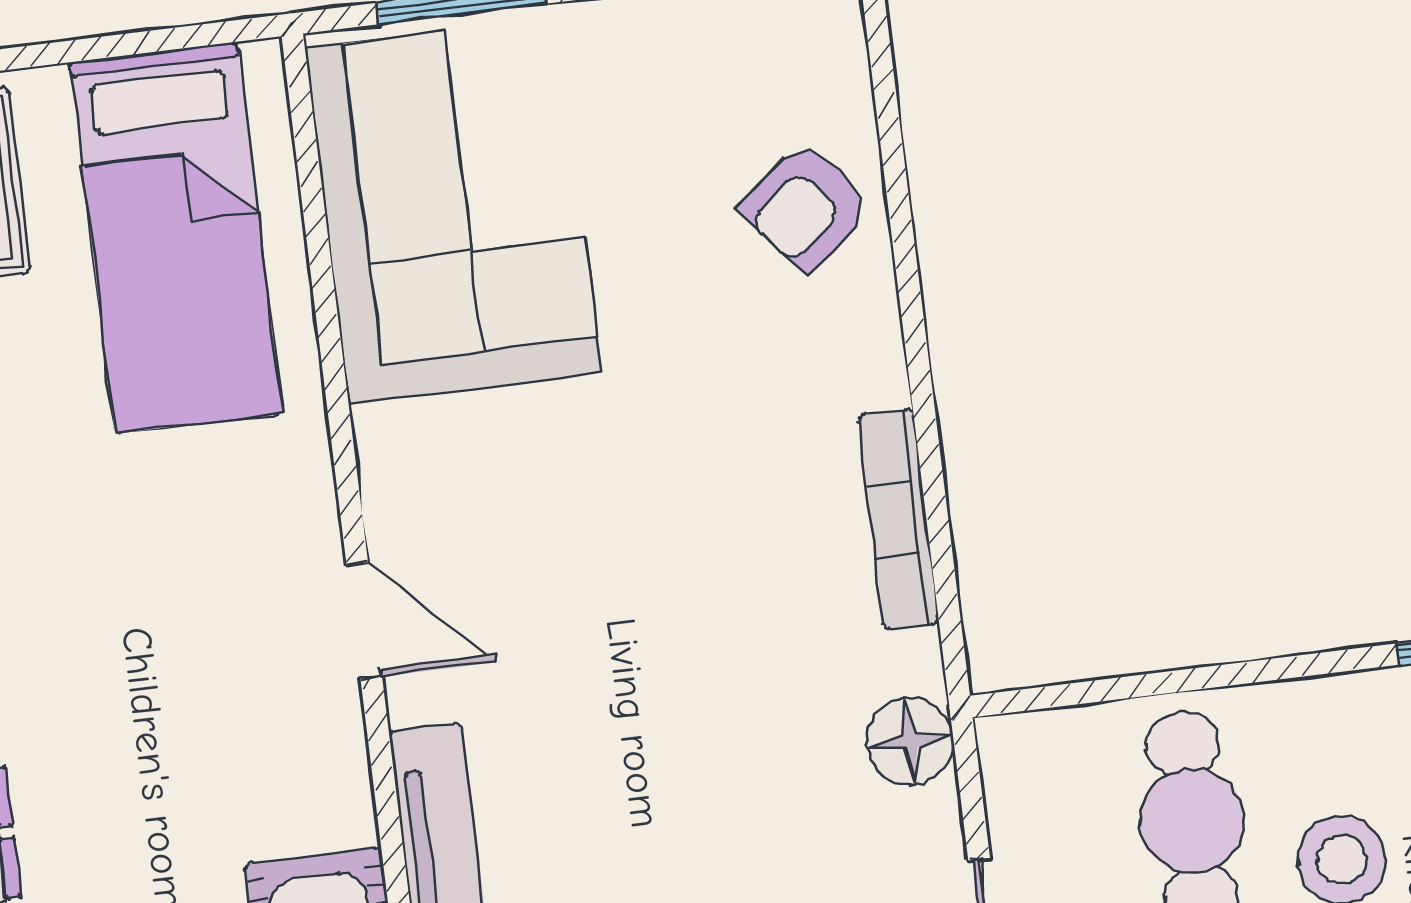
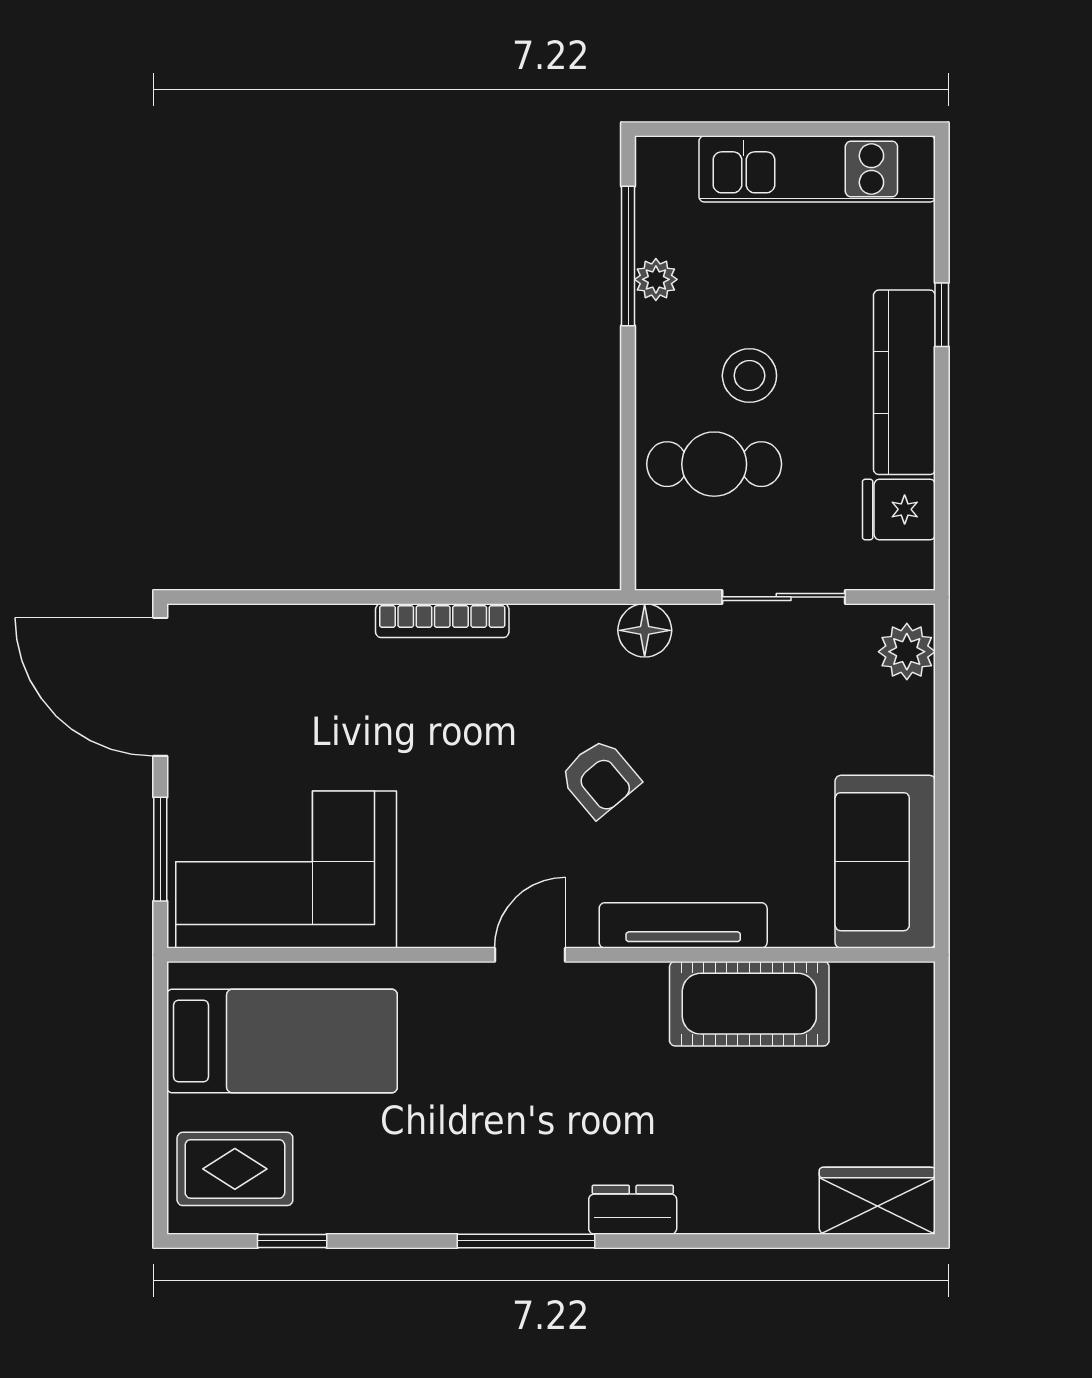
armchair: (806, 206) -> (600, 778), moved
bookcase: (899, 519) -> (442, 621), moved

